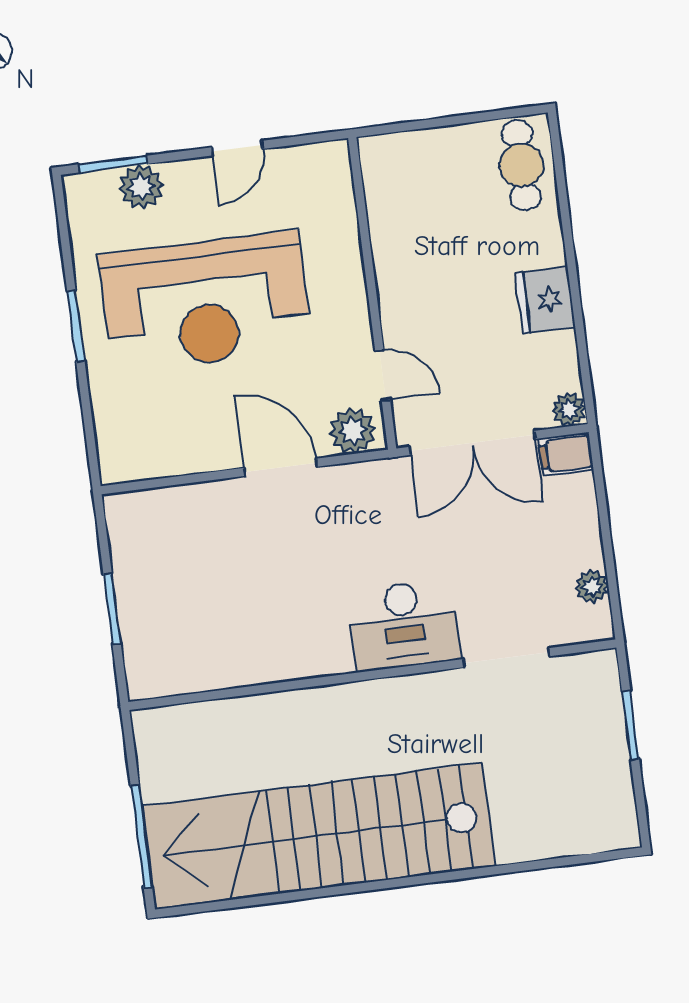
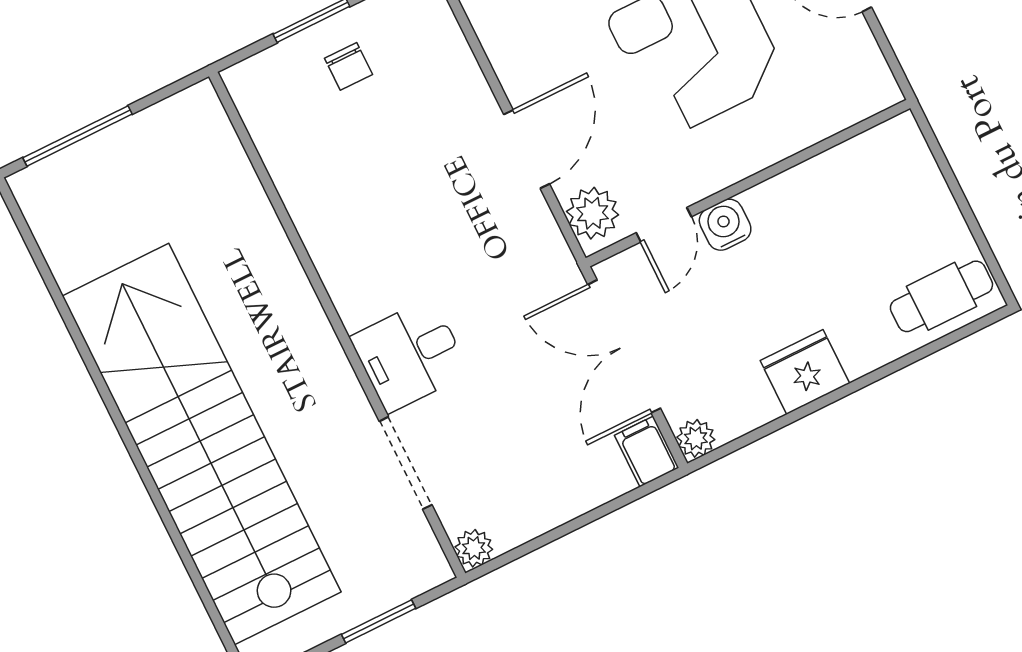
water cooler: (400, 324) -> (725, 225), added
plant: (592, 587) -> (474, 548), moved
chair: (161, 592) -> (348, 66), added
desk: (404, 625) -> (410, 355), width x0.73
stairs: (319, 836) -> (202, 444), moved

